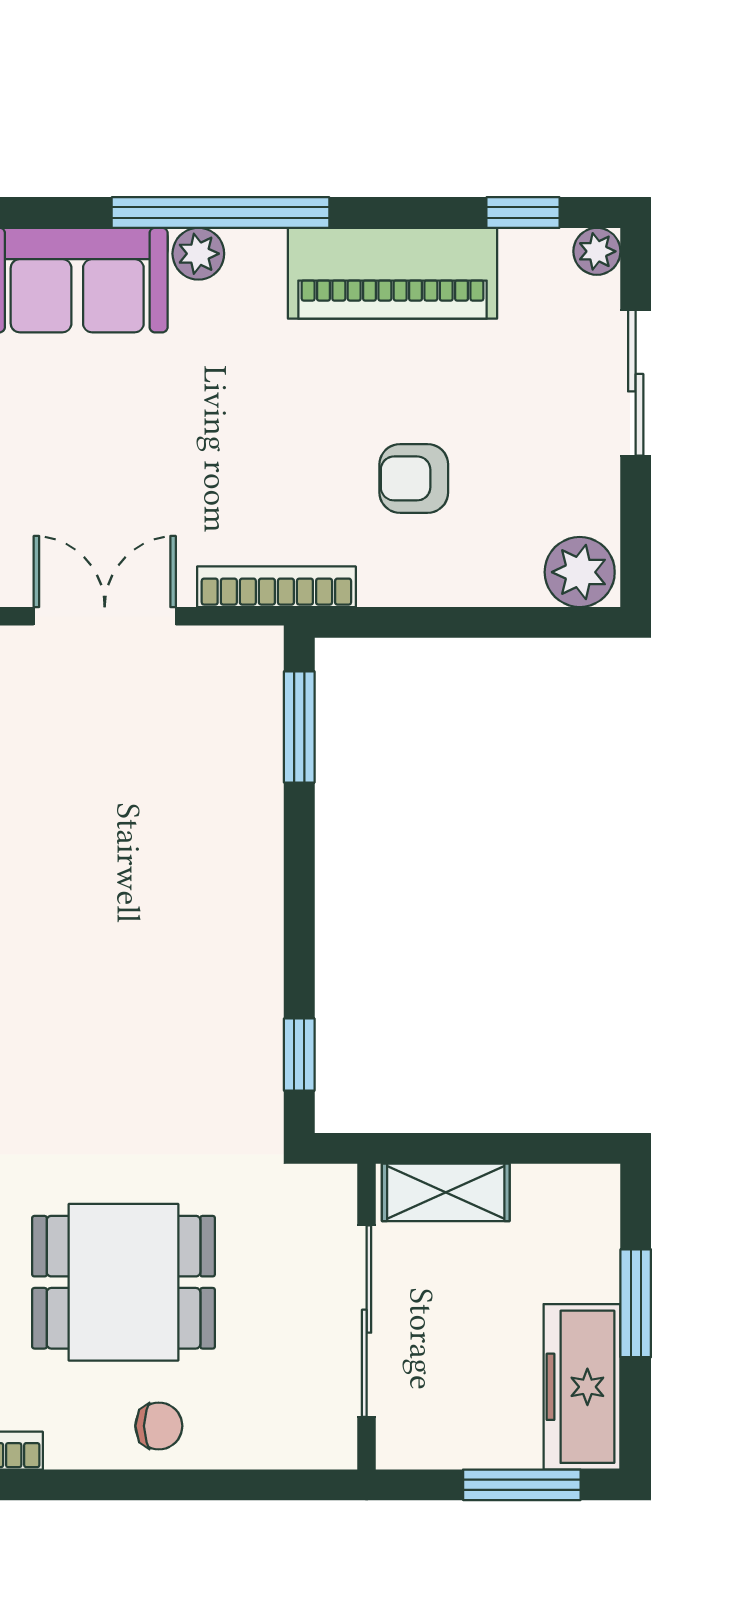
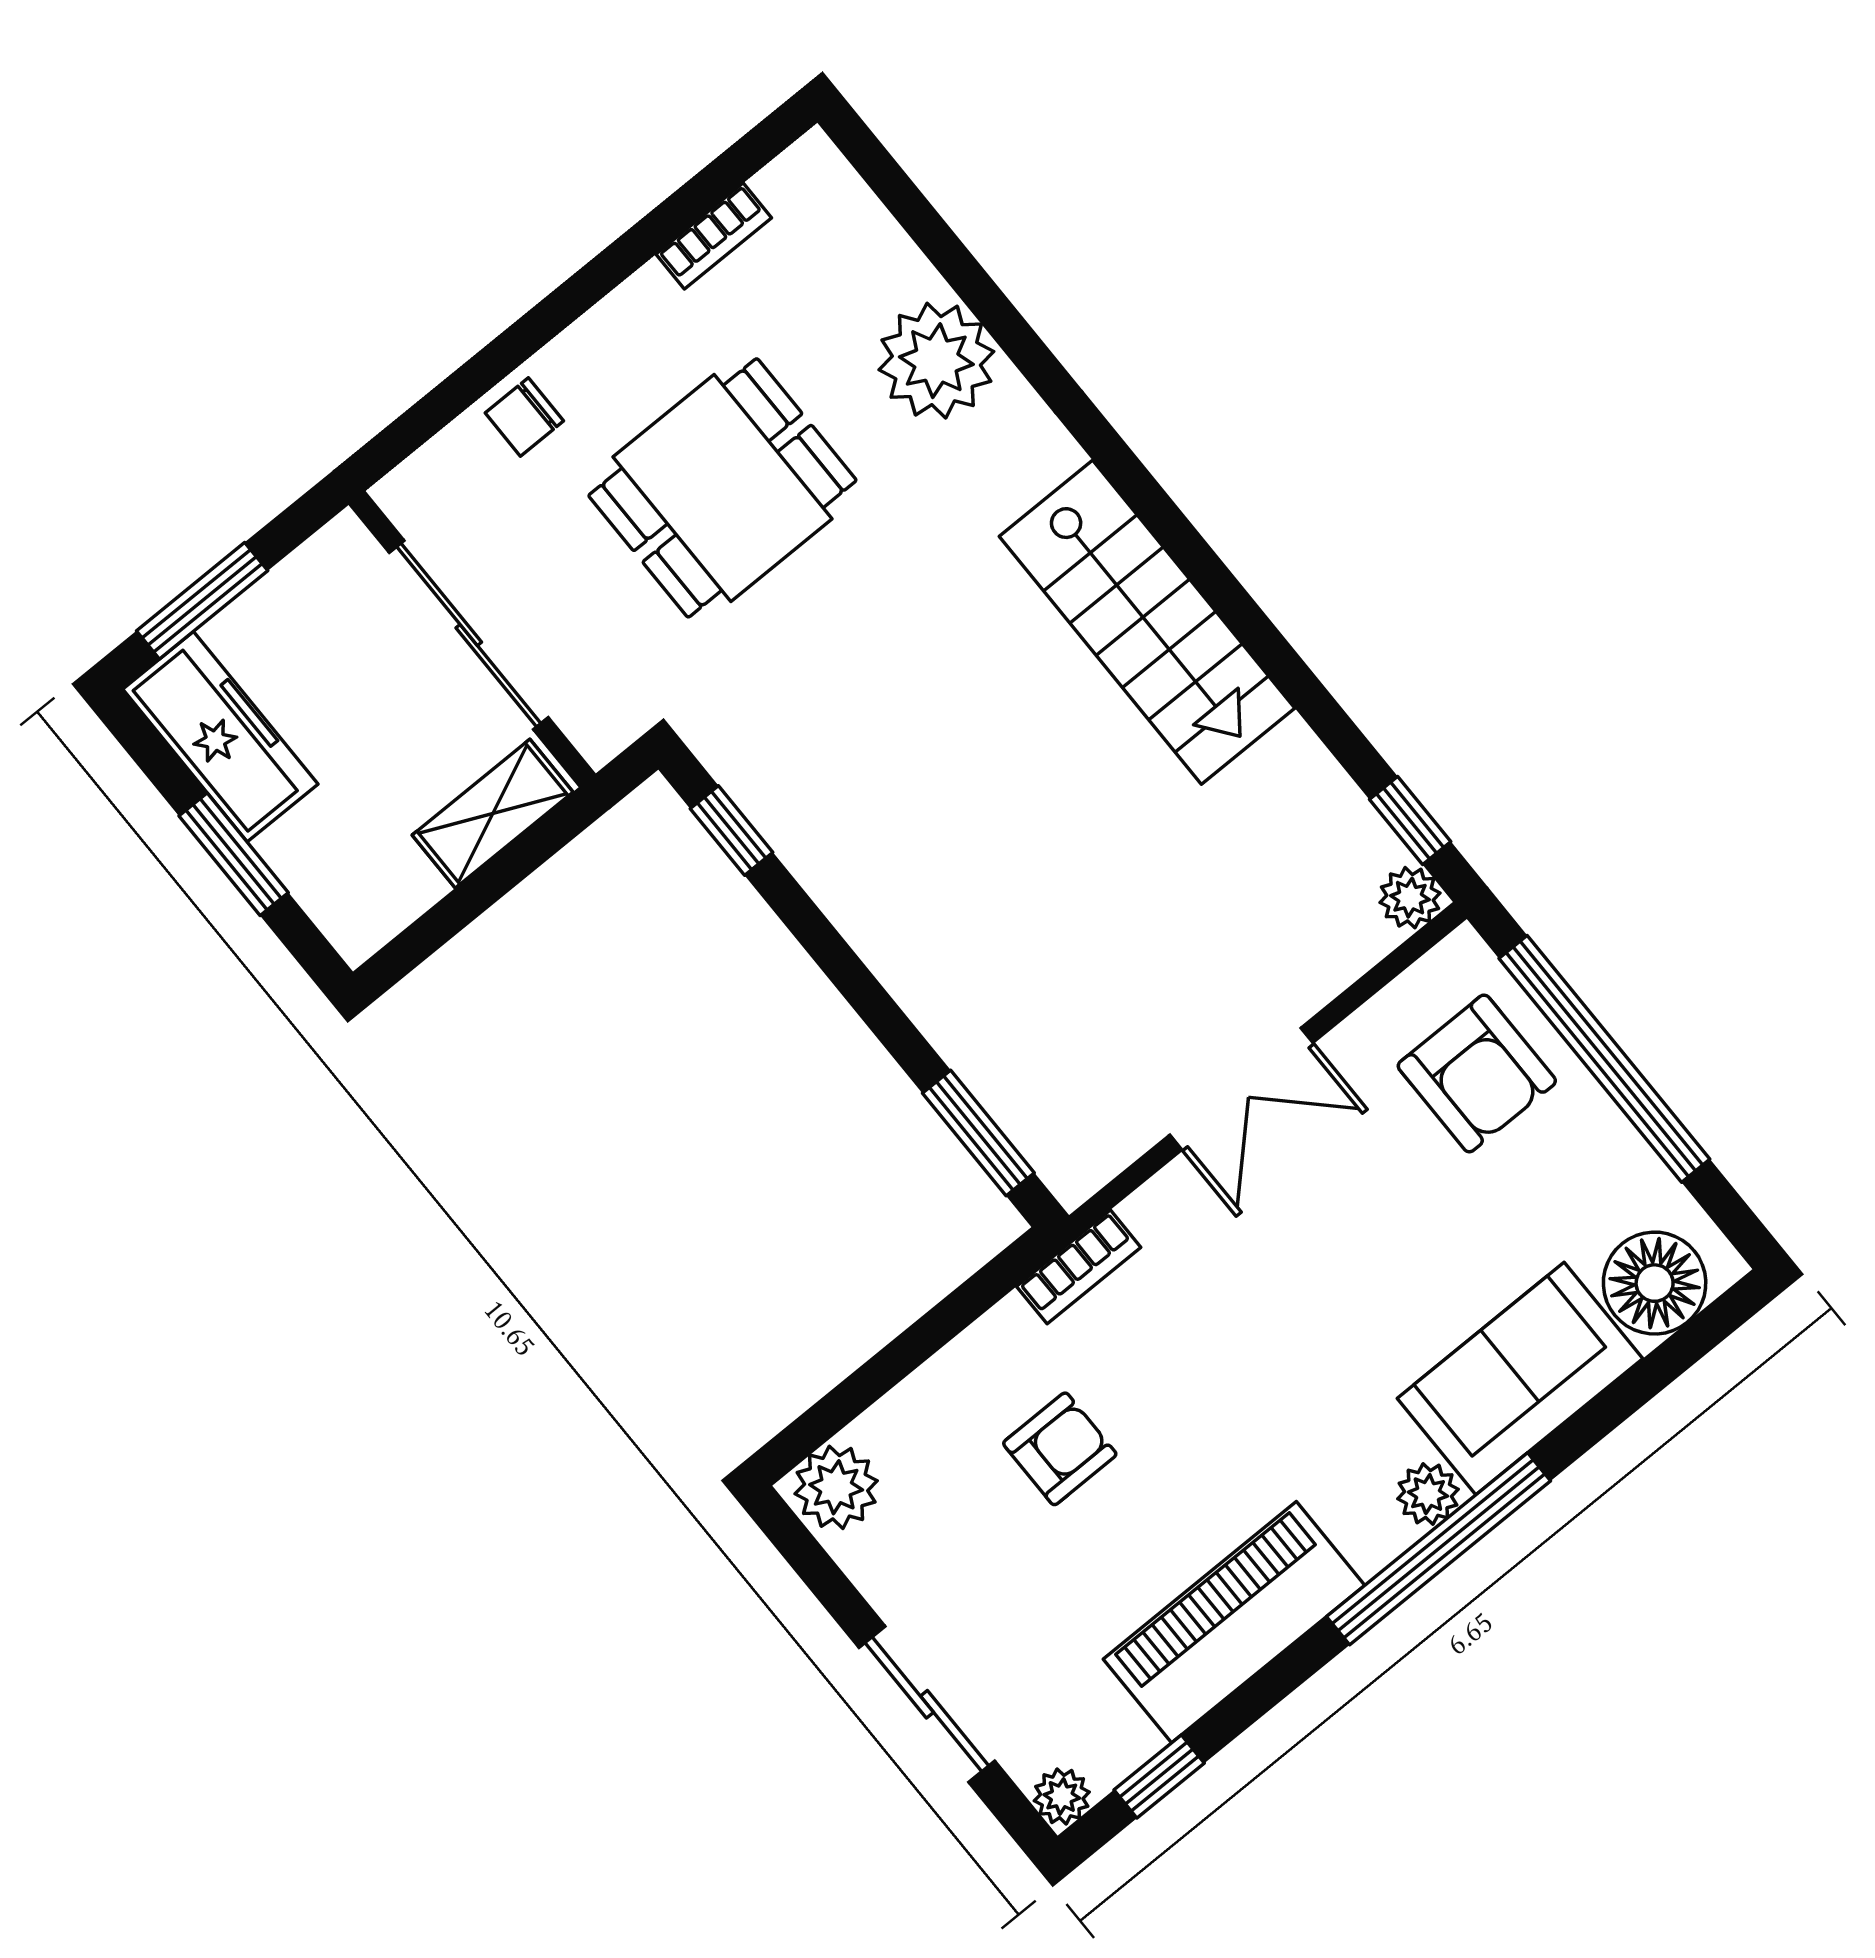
bookcase: (276, 587) -> (1079, 1267), width x0.64
chair: (159, 1426) -> (524, 417), moved

